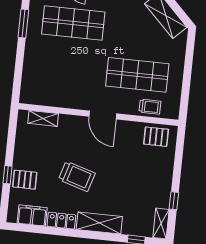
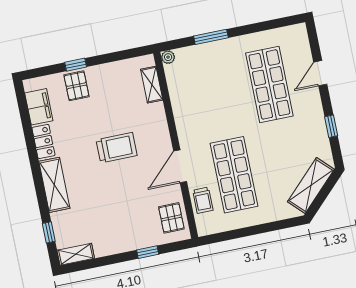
window: (23, 23) -> (211, 37), moved
plant: (25, 98) -> (168, 57), added
door: (103, 115) -> (180, 166), moved
trolley: (77, 176) -> (117, 148), moved, turned -107
window: (174, 201) -> (148, 252), moved

